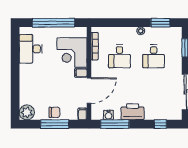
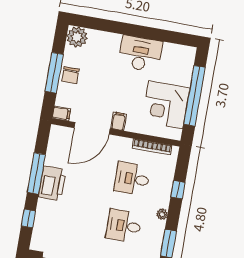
window: (122, 23) -> (178, 190), added
desk: (31, 49) -> (140, 54), moved
corner desk: (72, 53) -> (166, 105), moved, turned -90
door: (89, 91) -> (92, 128), hinge flipped
water cooler: (109, 115) -> (54, 149), removed
window: (115, 124) -> (36, 173), moved

